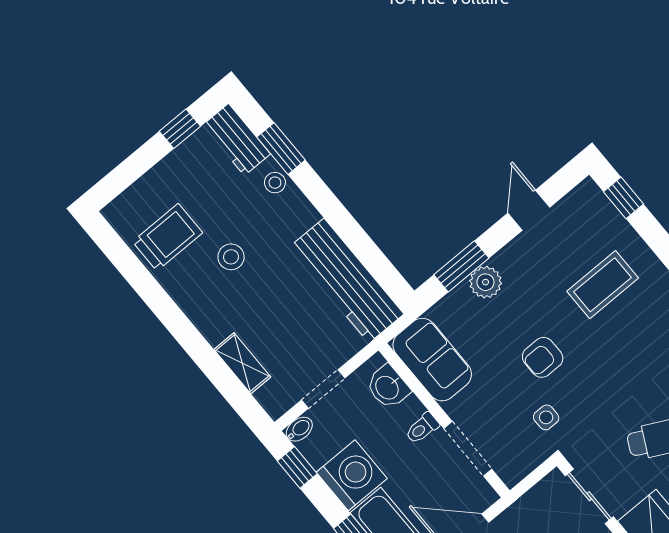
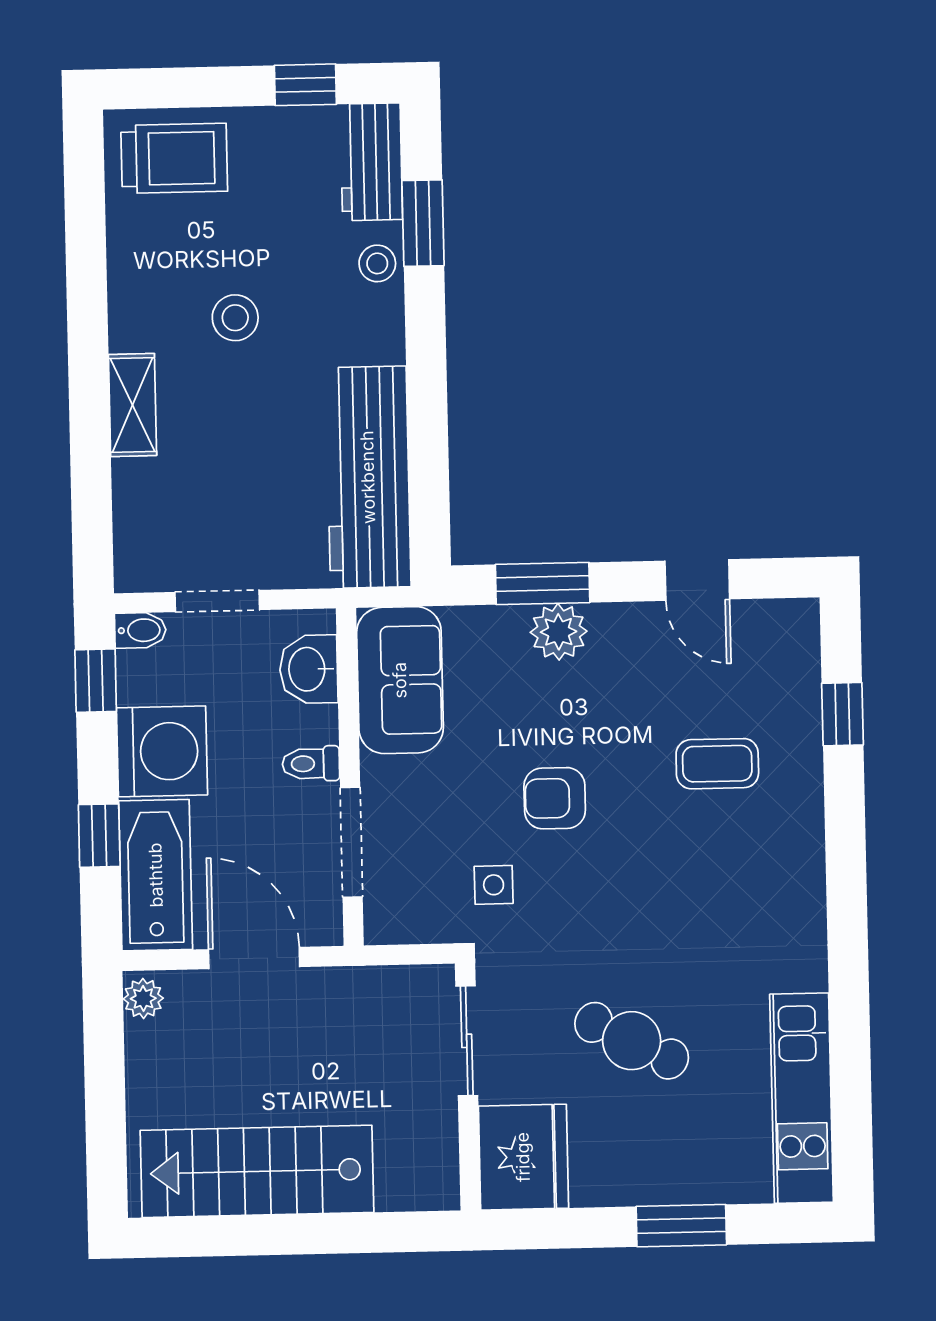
window: (624, 198) -> (842, 714), moved
door: (529, 210) -> (697, 580), swing flipped
trolley: (167, 237) -> (174, 158), moved
coffee table: (603, 285) -> (717, 764), width x0.73, depth x0.77
shelving: (242, 363) -> (132, 405), moved

